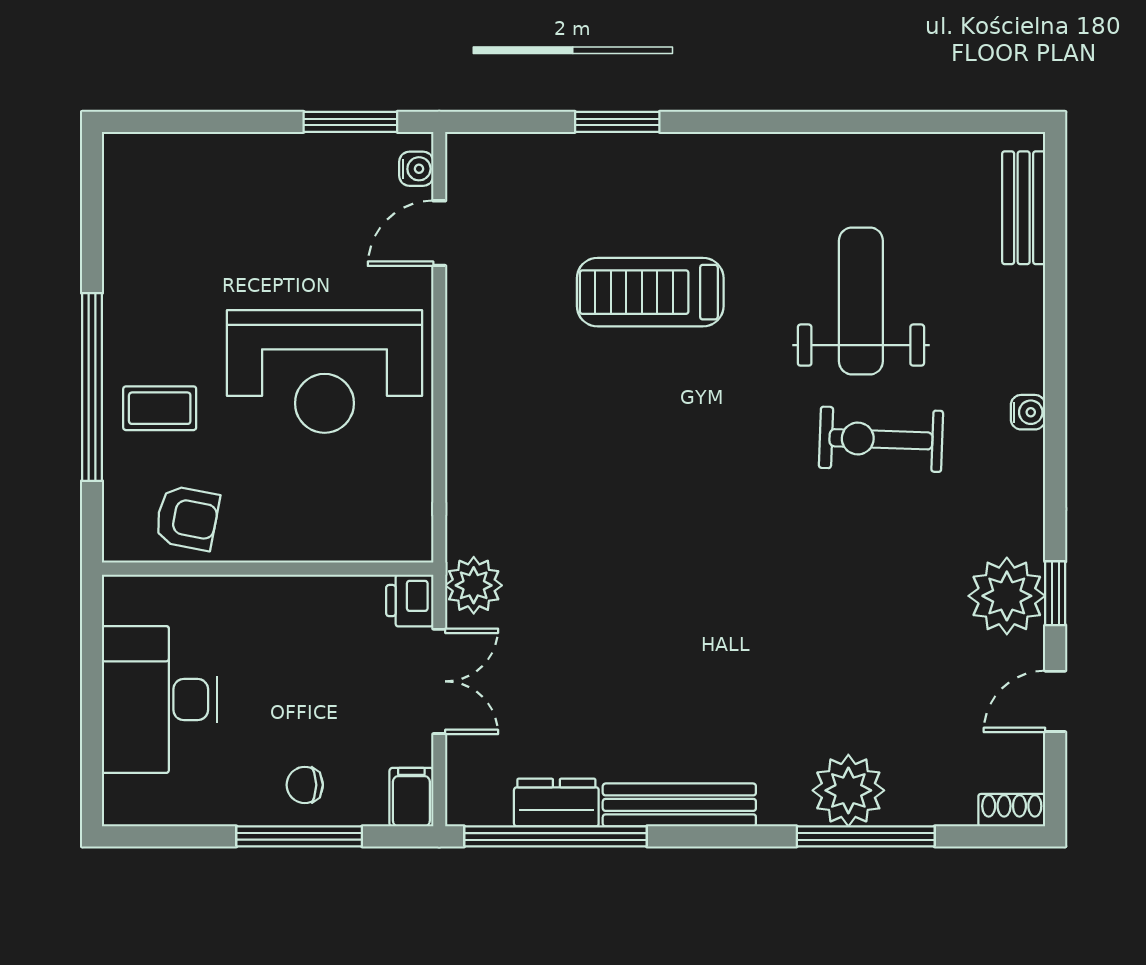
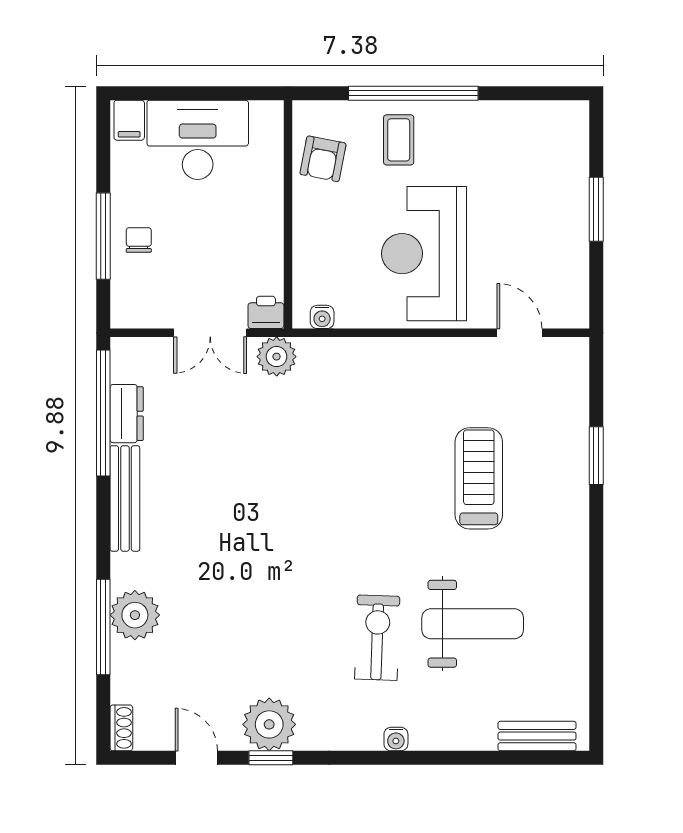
window: (350, 122) -> (596, 209), moved
water cooler: (416, 169) -> (322, 317), moved
filing cabinet: (411, 797) -> (129, 120), moved, turned 90

